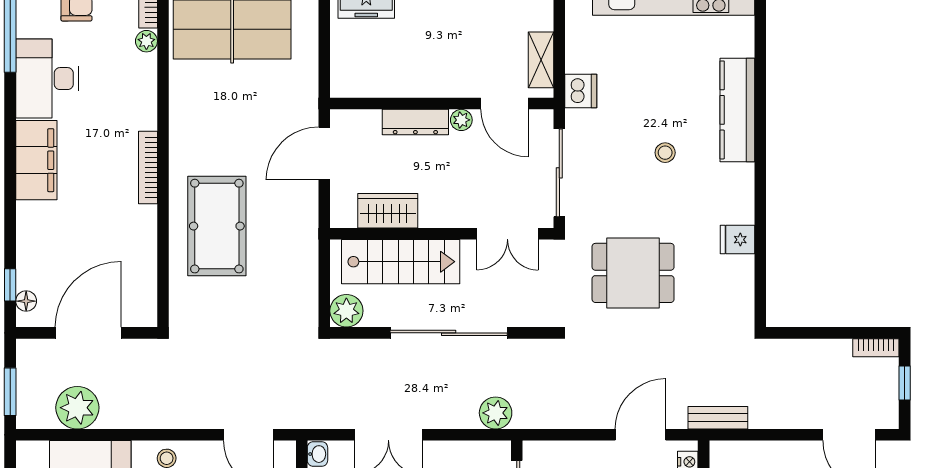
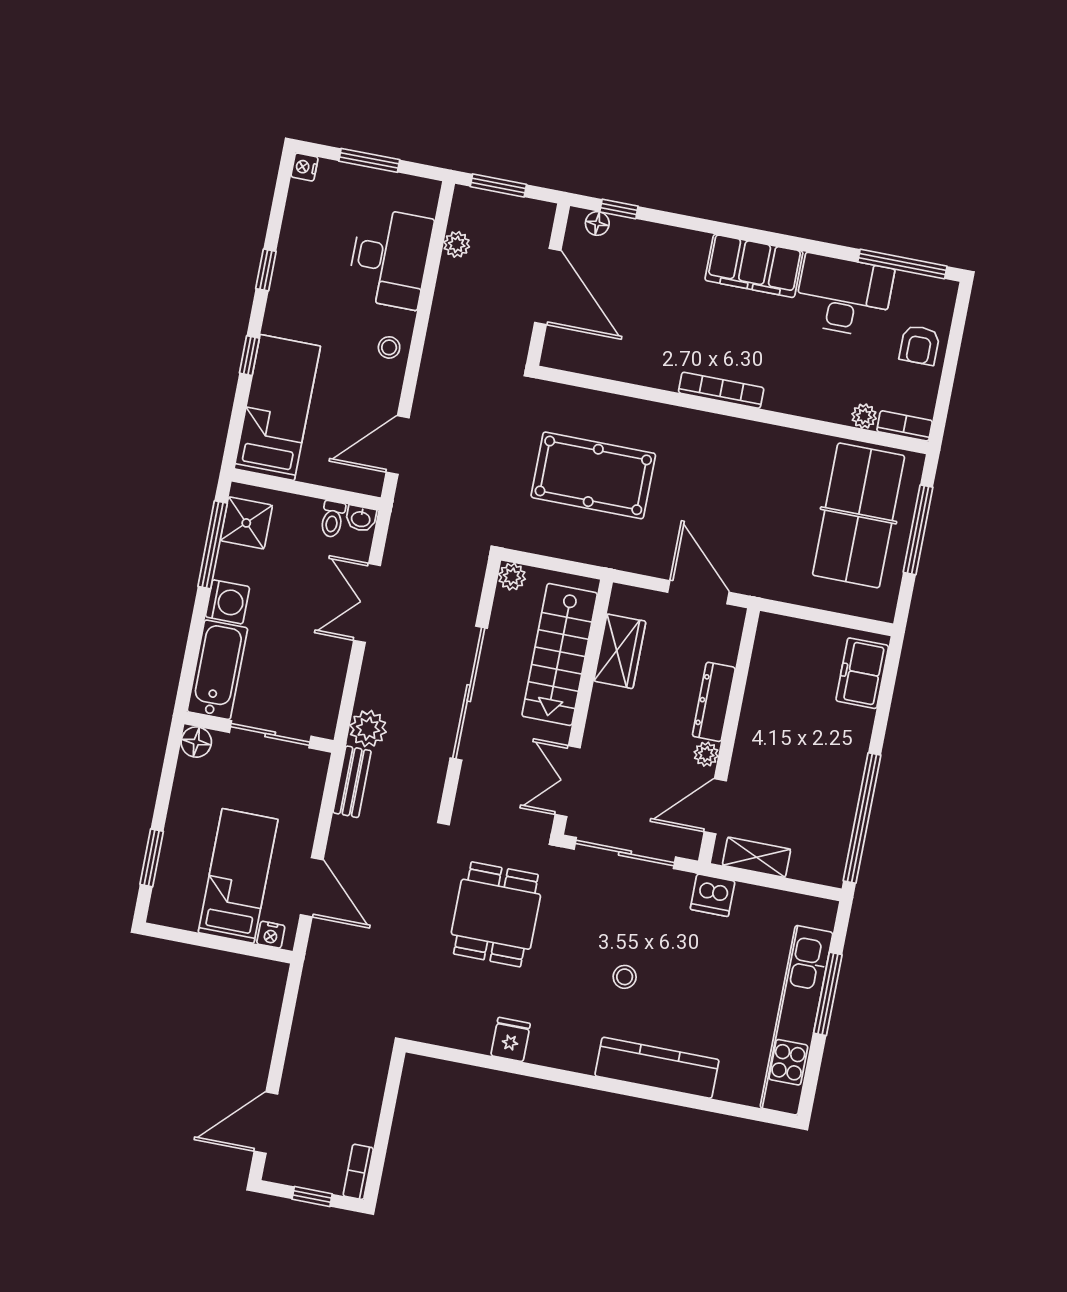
pool table: (217, 226) -> (593, 475), moved
plant: (346, 311) -> (512, 577), width x0.73, depth x0.73
plant: (77, 408) -> (457, 244), width x0.53, depth x0.53
bench: (718, 418) -> (352, 782), moved

